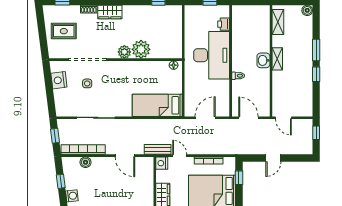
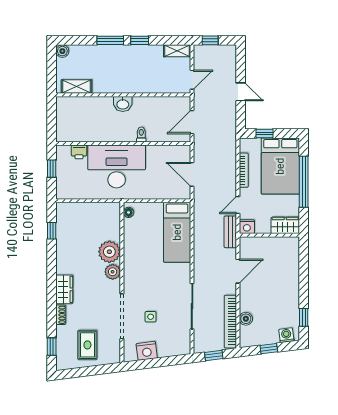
shelving: (277, 59) -> (177, 51), moved

